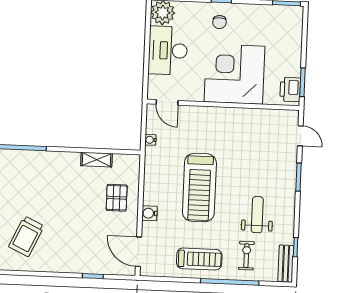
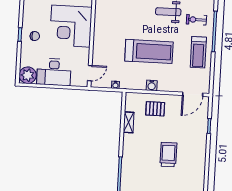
water cooler: (150, 213) -> (152, 85), moved
trolley: (26, 236) -> (168, 155), moved, turned -115
treadmill: (199, 259) -> (198, 52), turned 180

